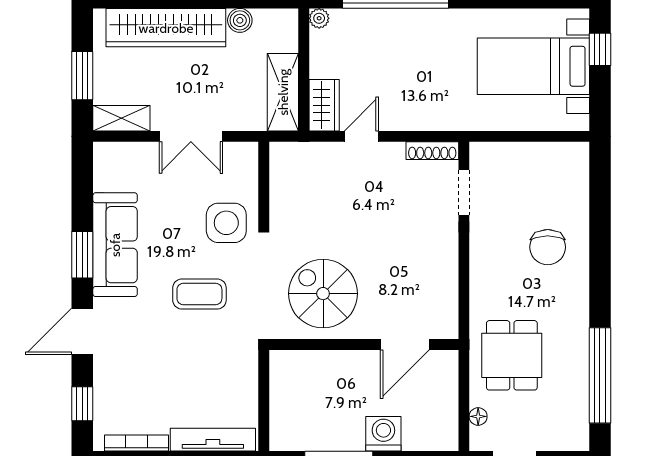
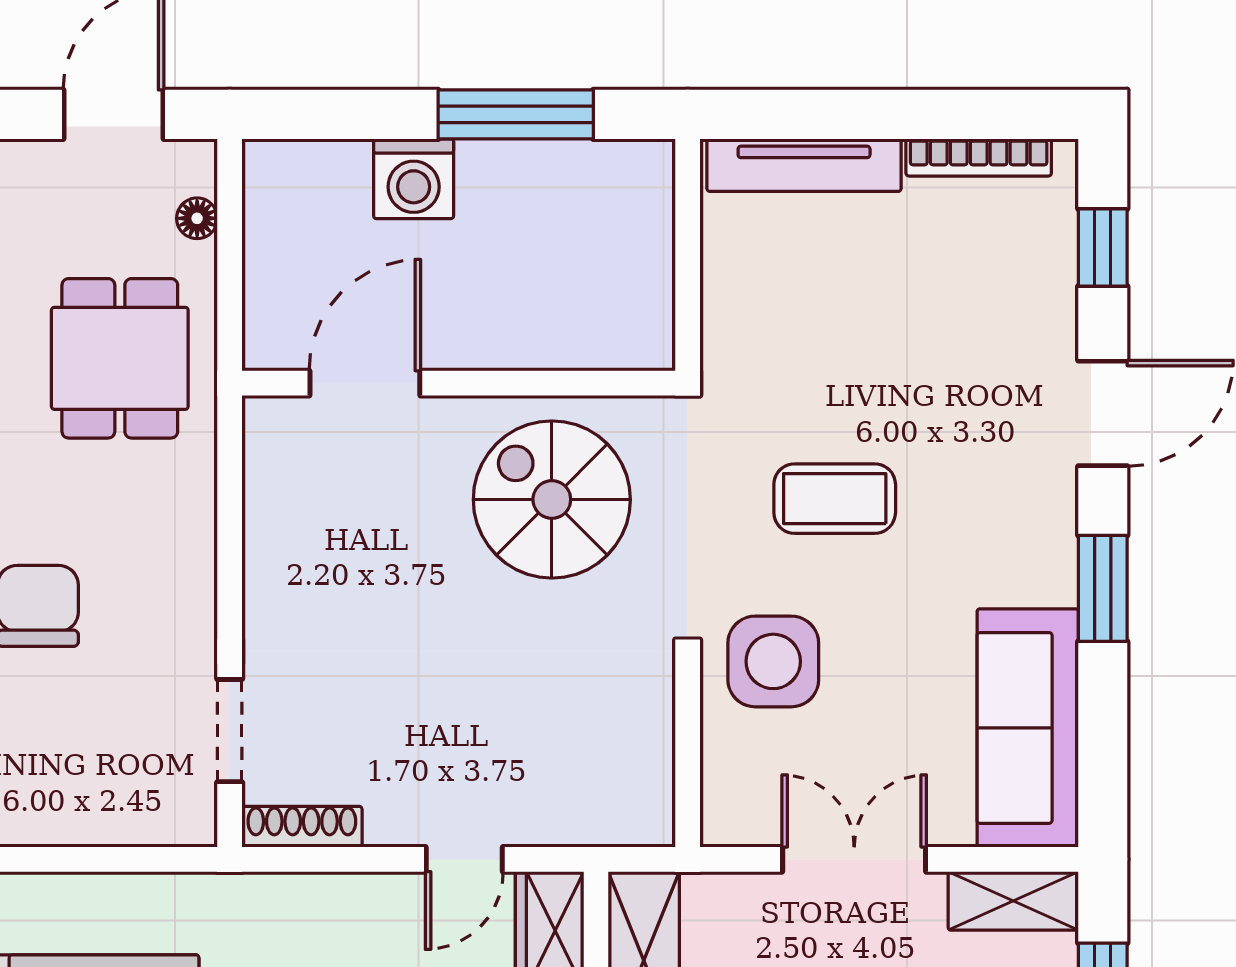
sofa: (115, 245) -> (1028, 728), moved
spiral stairs: (323, 294) -> (552, 500), turned 180

